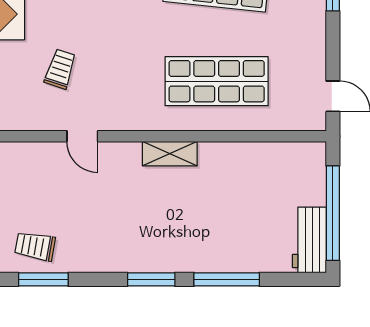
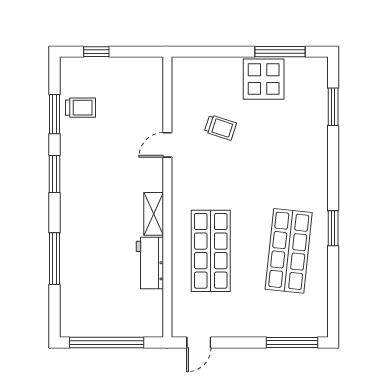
workbench: (309, 240) -> (150, 263), moved, turned -90
trolley: (35, 246) -> (81, 108), turned 80
window: (151, 279) -> (54, 174), moved

